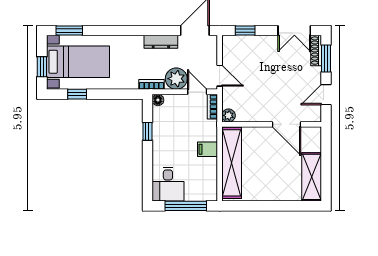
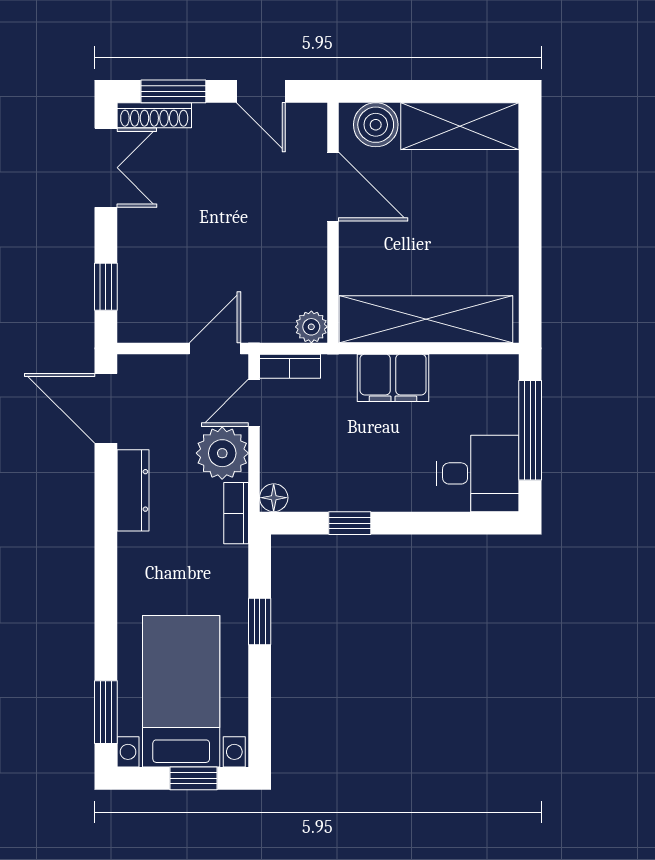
window: (77, 94) -> (260, 621), moved
door: (287, 124) -> (333, 187), hinge flipped
boiler: (312, 142) -> (376, 125), added
filing cabinet: (207, 149) -> (393, 378), width x2.00

